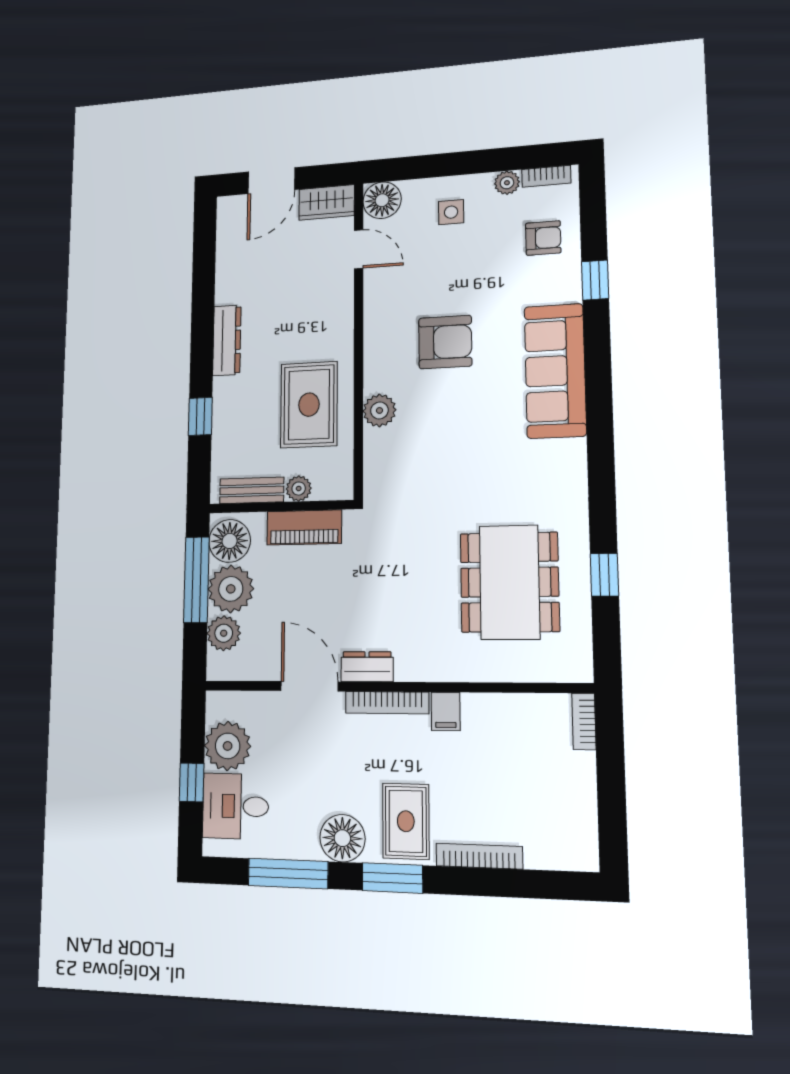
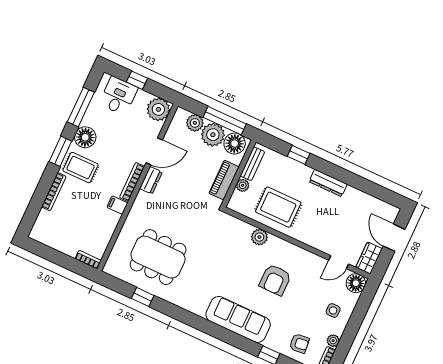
armchair: (543, 238) -> (299, 343), turned -96
plant: (228, 746) -> (158, 109), moved

